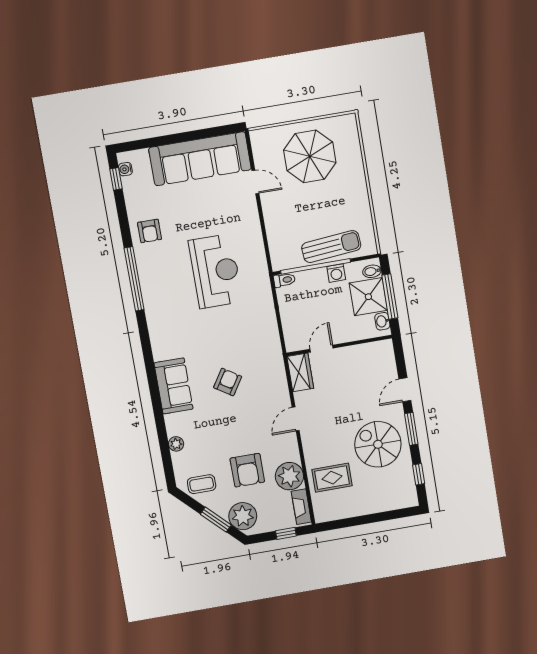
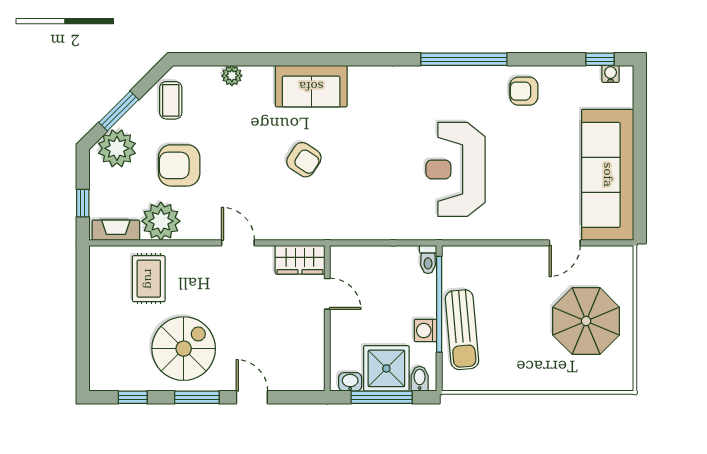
reception desk: (215, 271) -> (456, 169), turned 90

